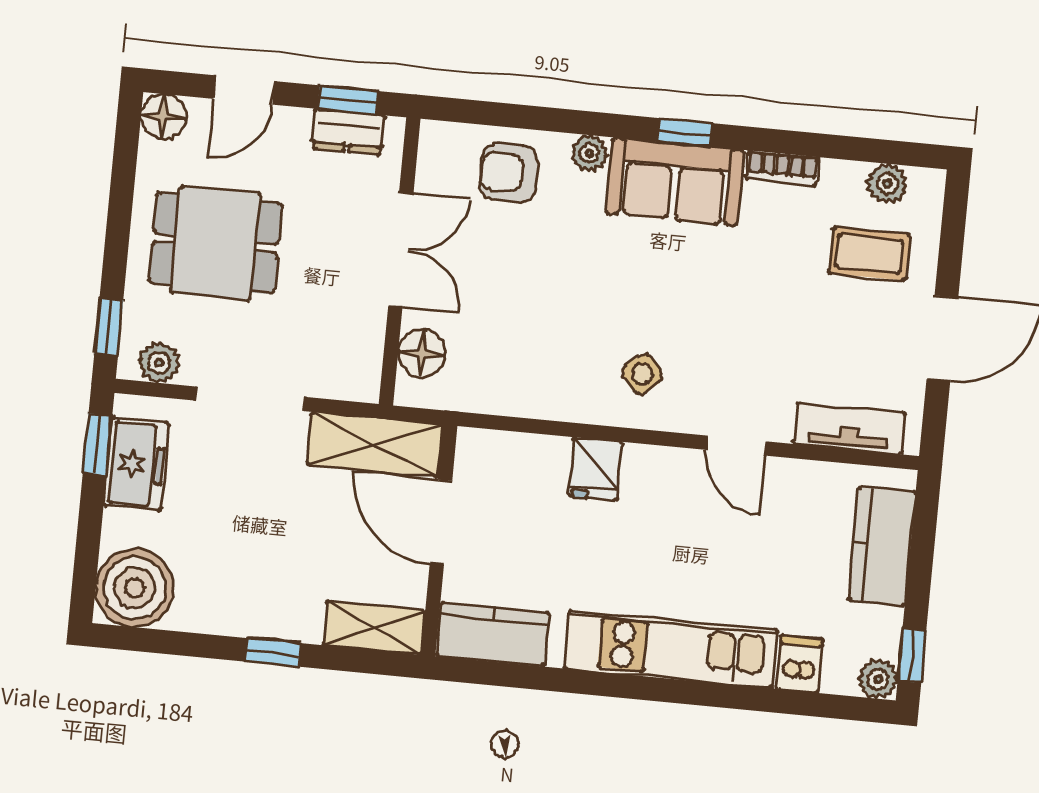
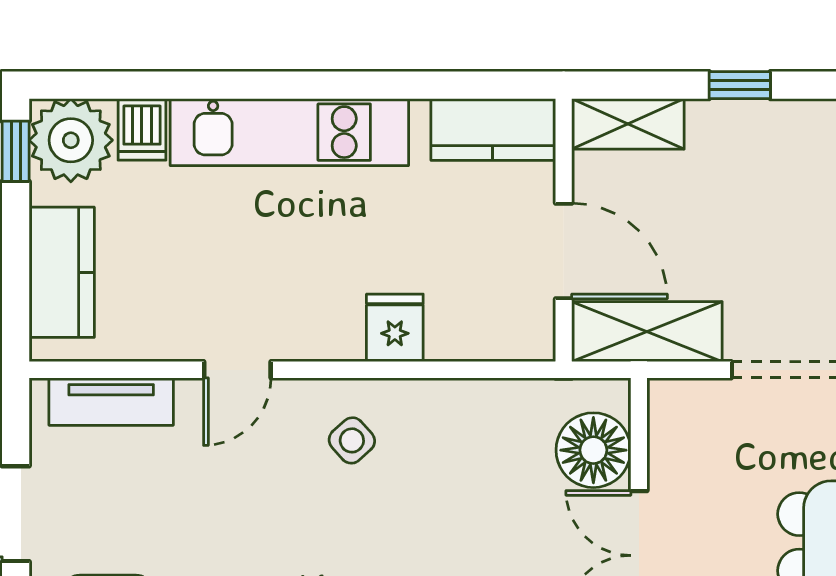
floor lamp: (422, 353) -> (593, 450), width x1.38, depth x1.38
door: (736, 446) -> (237, 370), swing flipped
plant: (878, 679) -> (71, 140), width x1.88, depth x1.88

